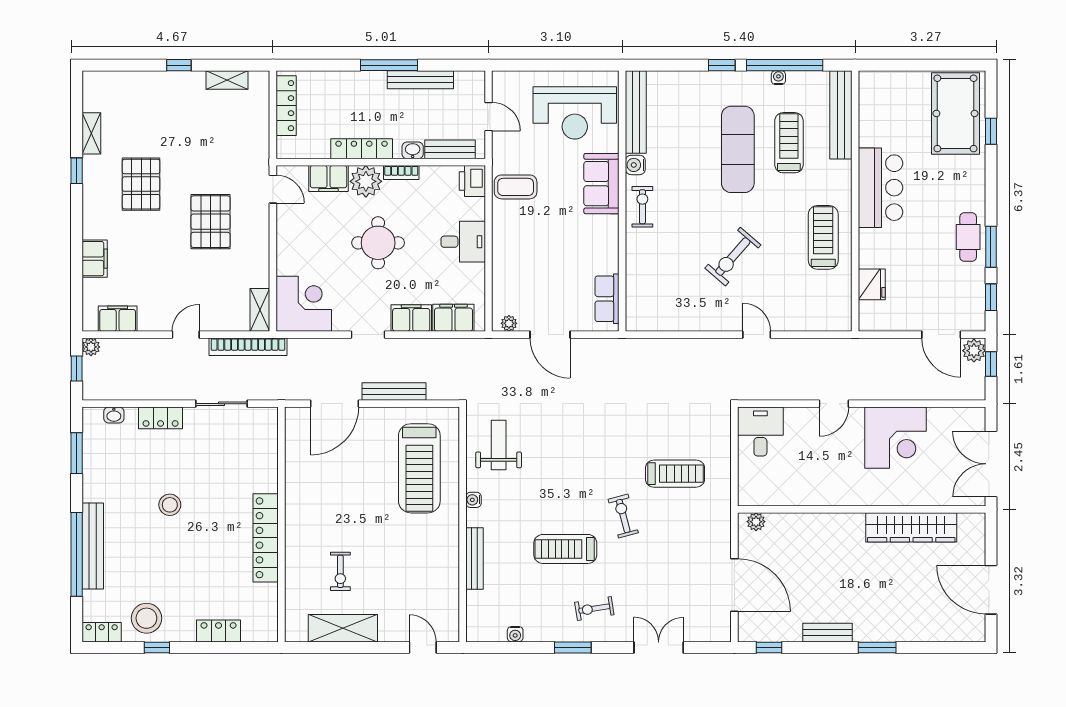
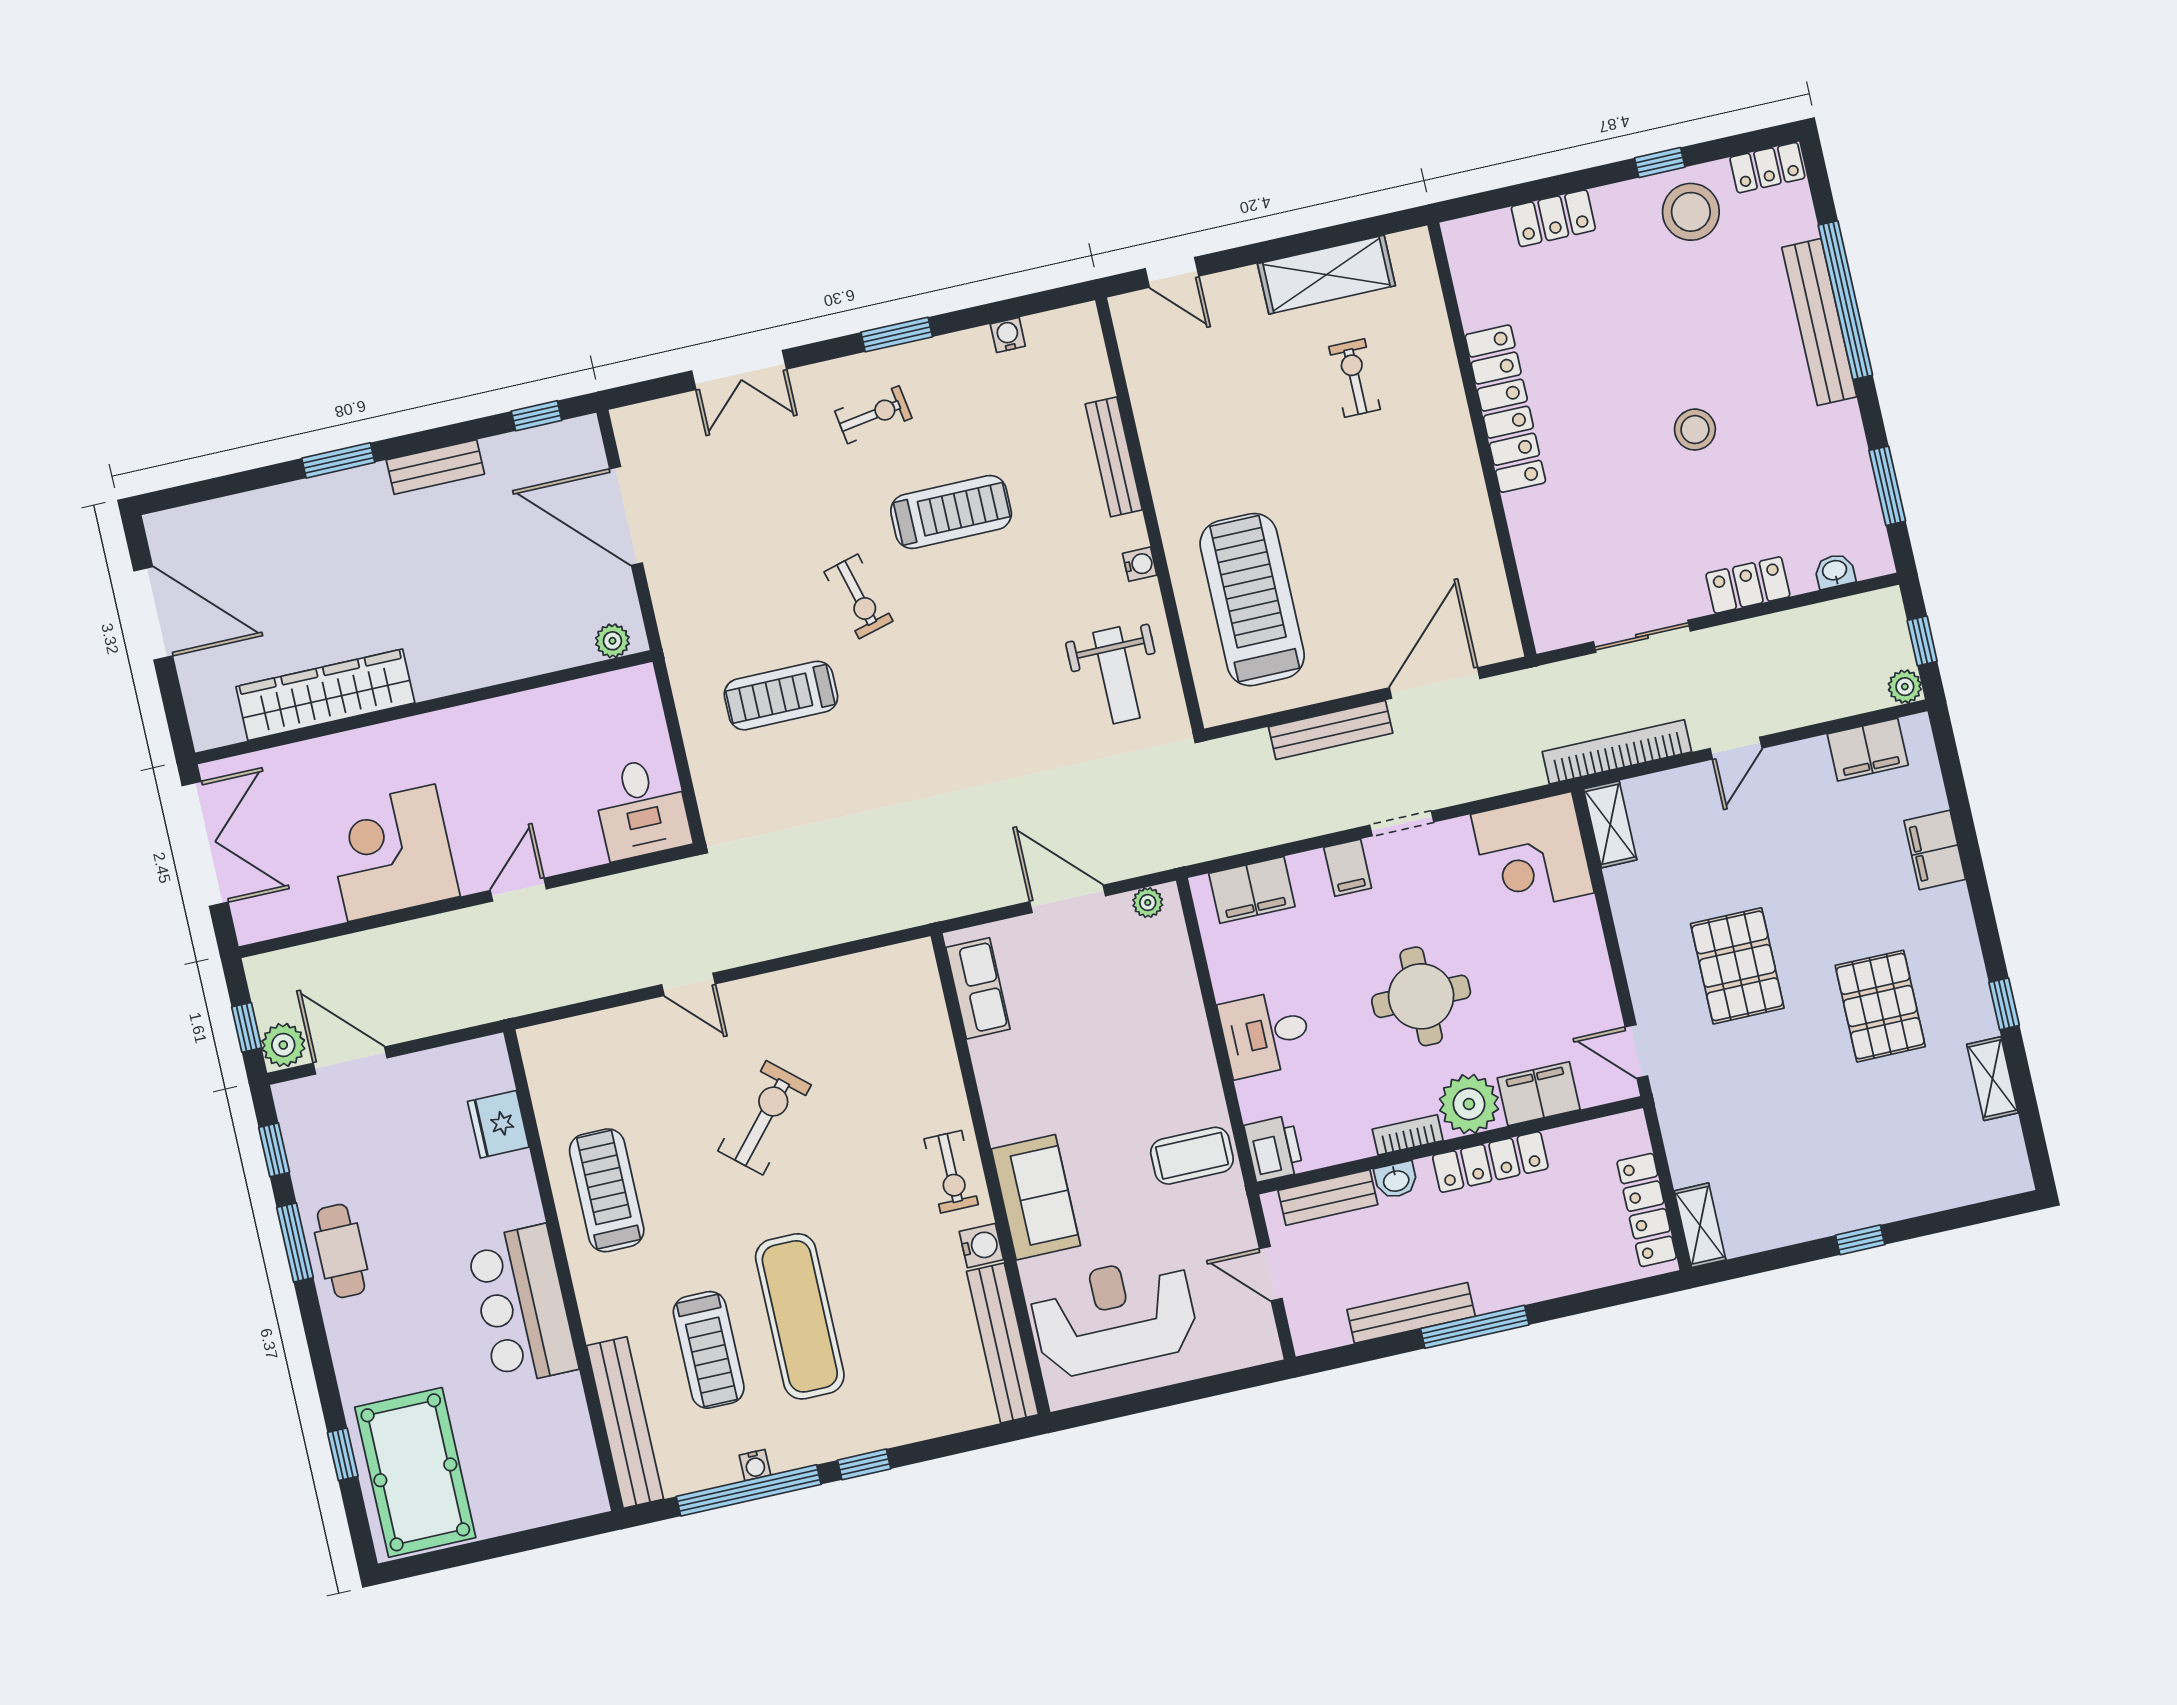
shelving: (227, 80) -> (1700, 1225), moved, turned 90
treadmill: (823, 237) -> (607, 1190), turned 180
filing cabinet: (411, 318) -> (1348, 868), width x0.50

